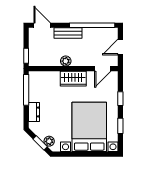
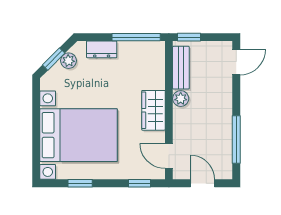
window: (92, 25) -> (236, 140), width x0.68
bench: (68, 33) -> (181, 68), moved
window: (120, 99) -> (140, 183), moved
plant: (49, 141) -> (68, 61), moved

